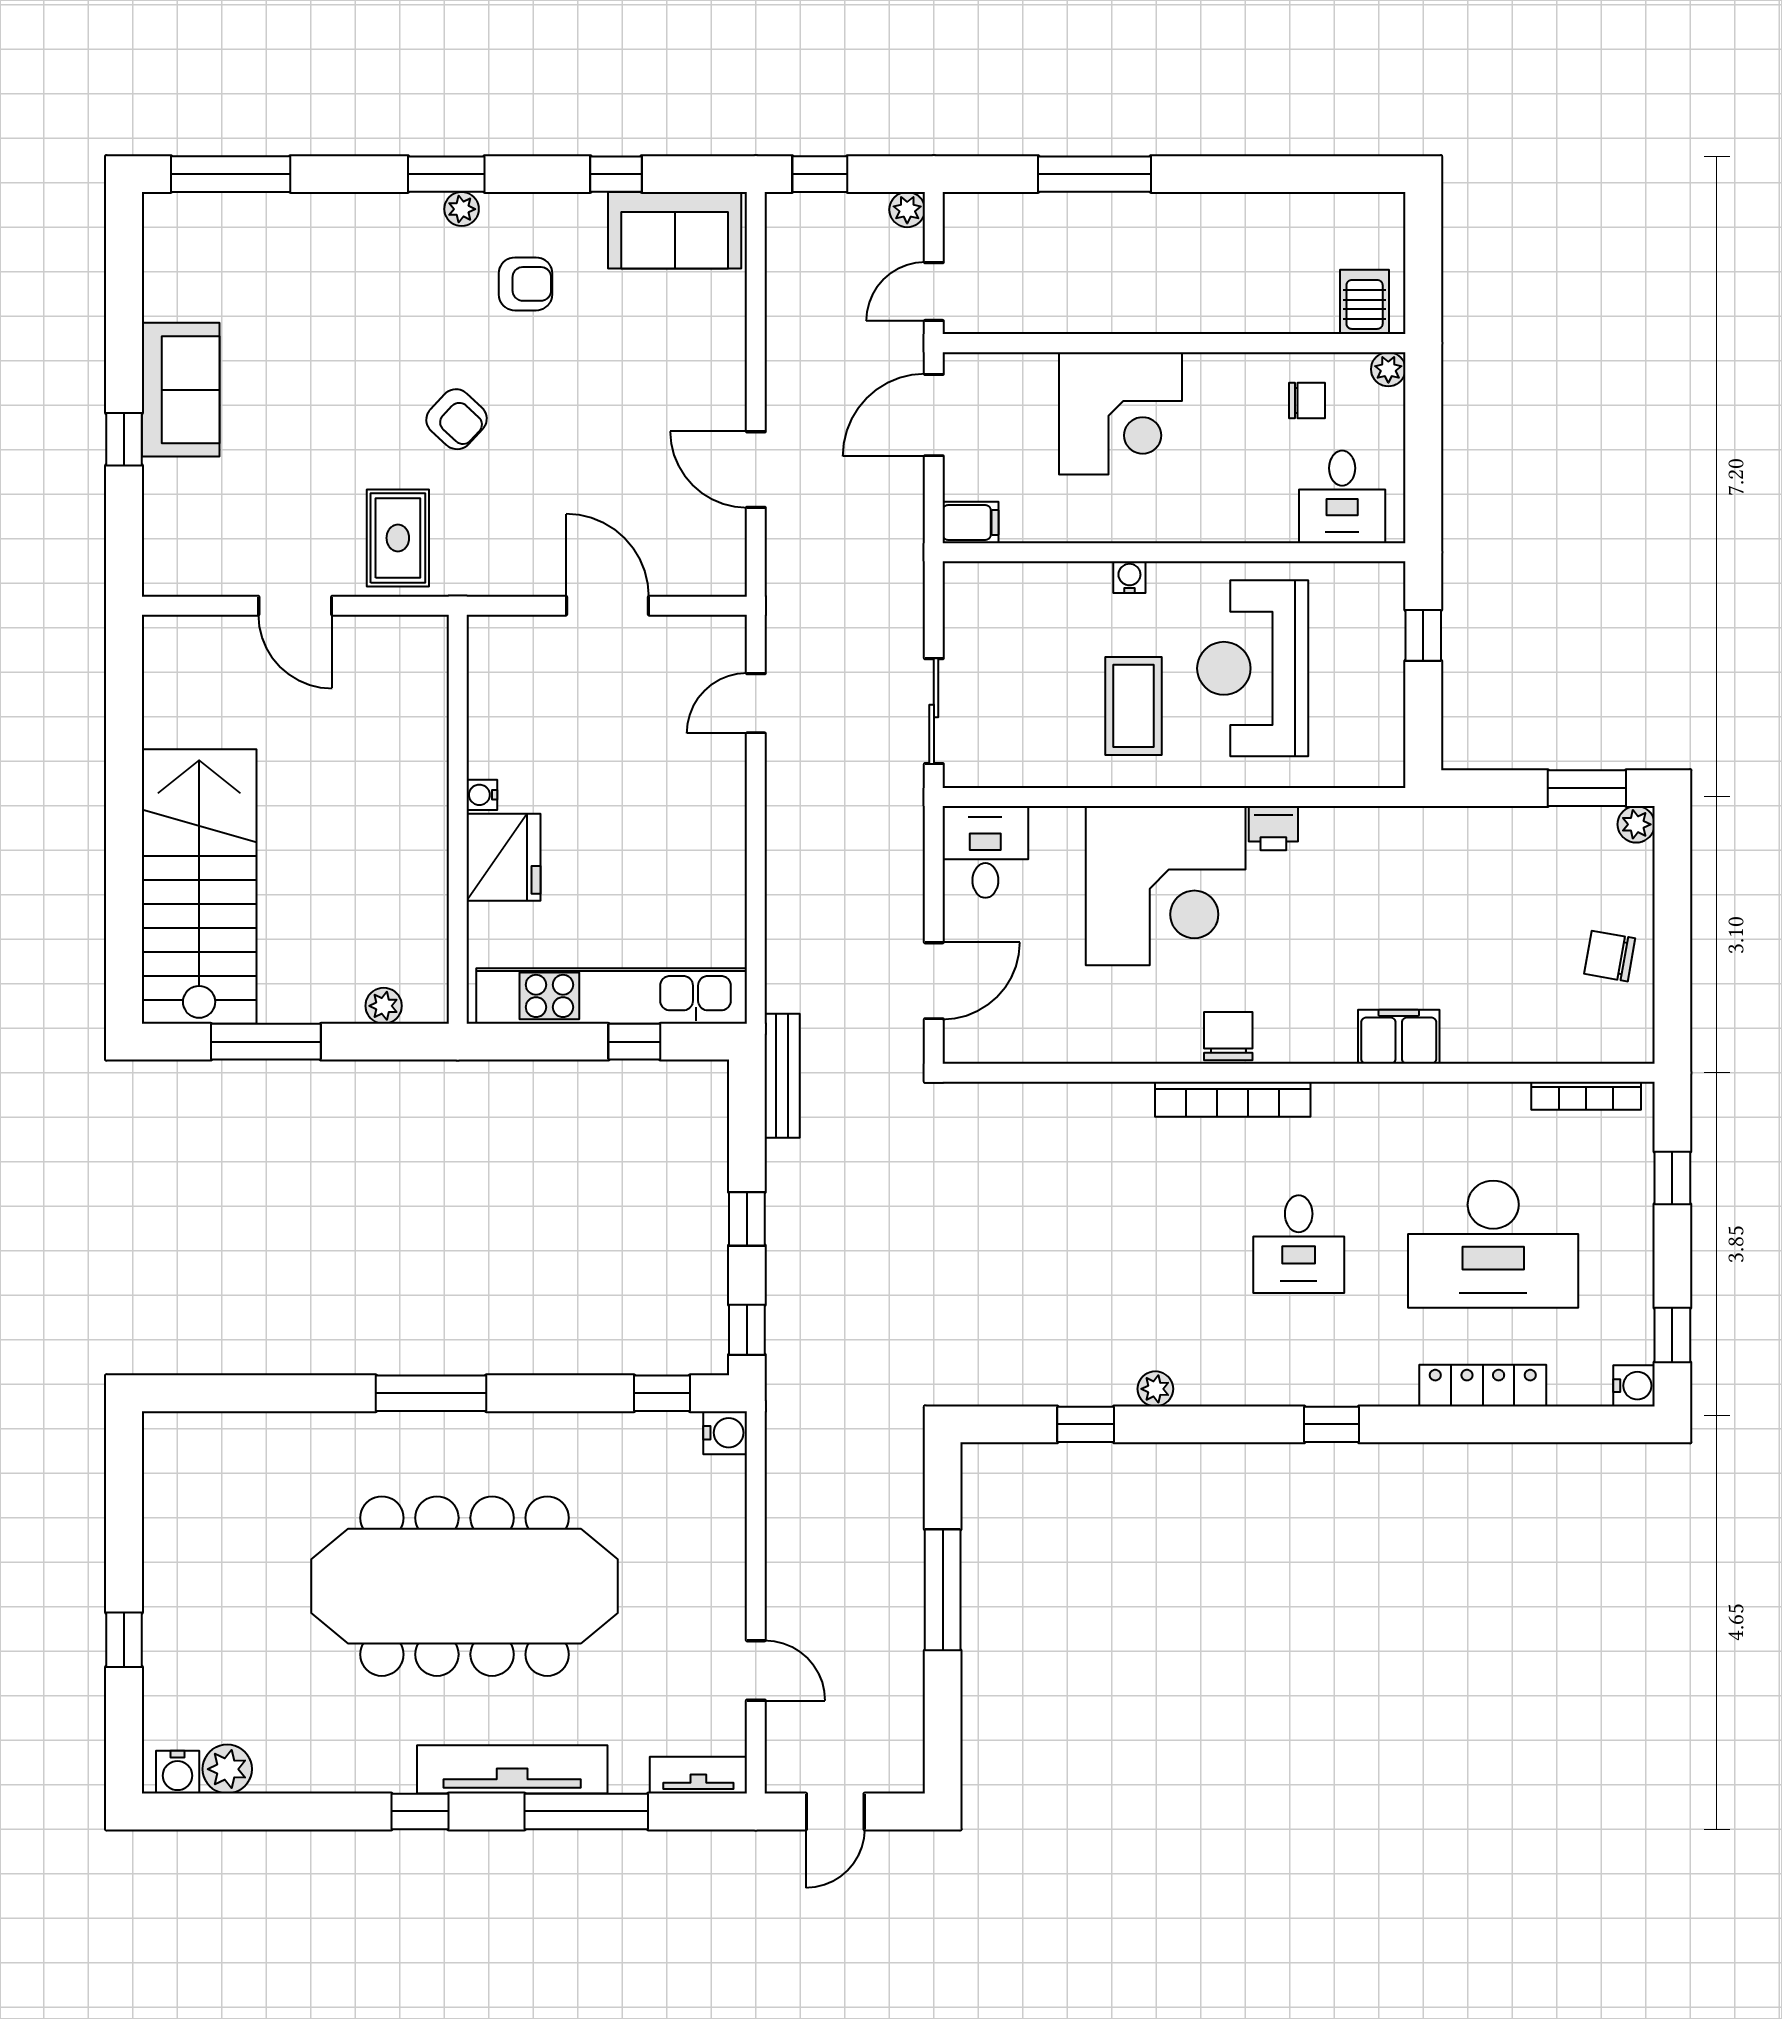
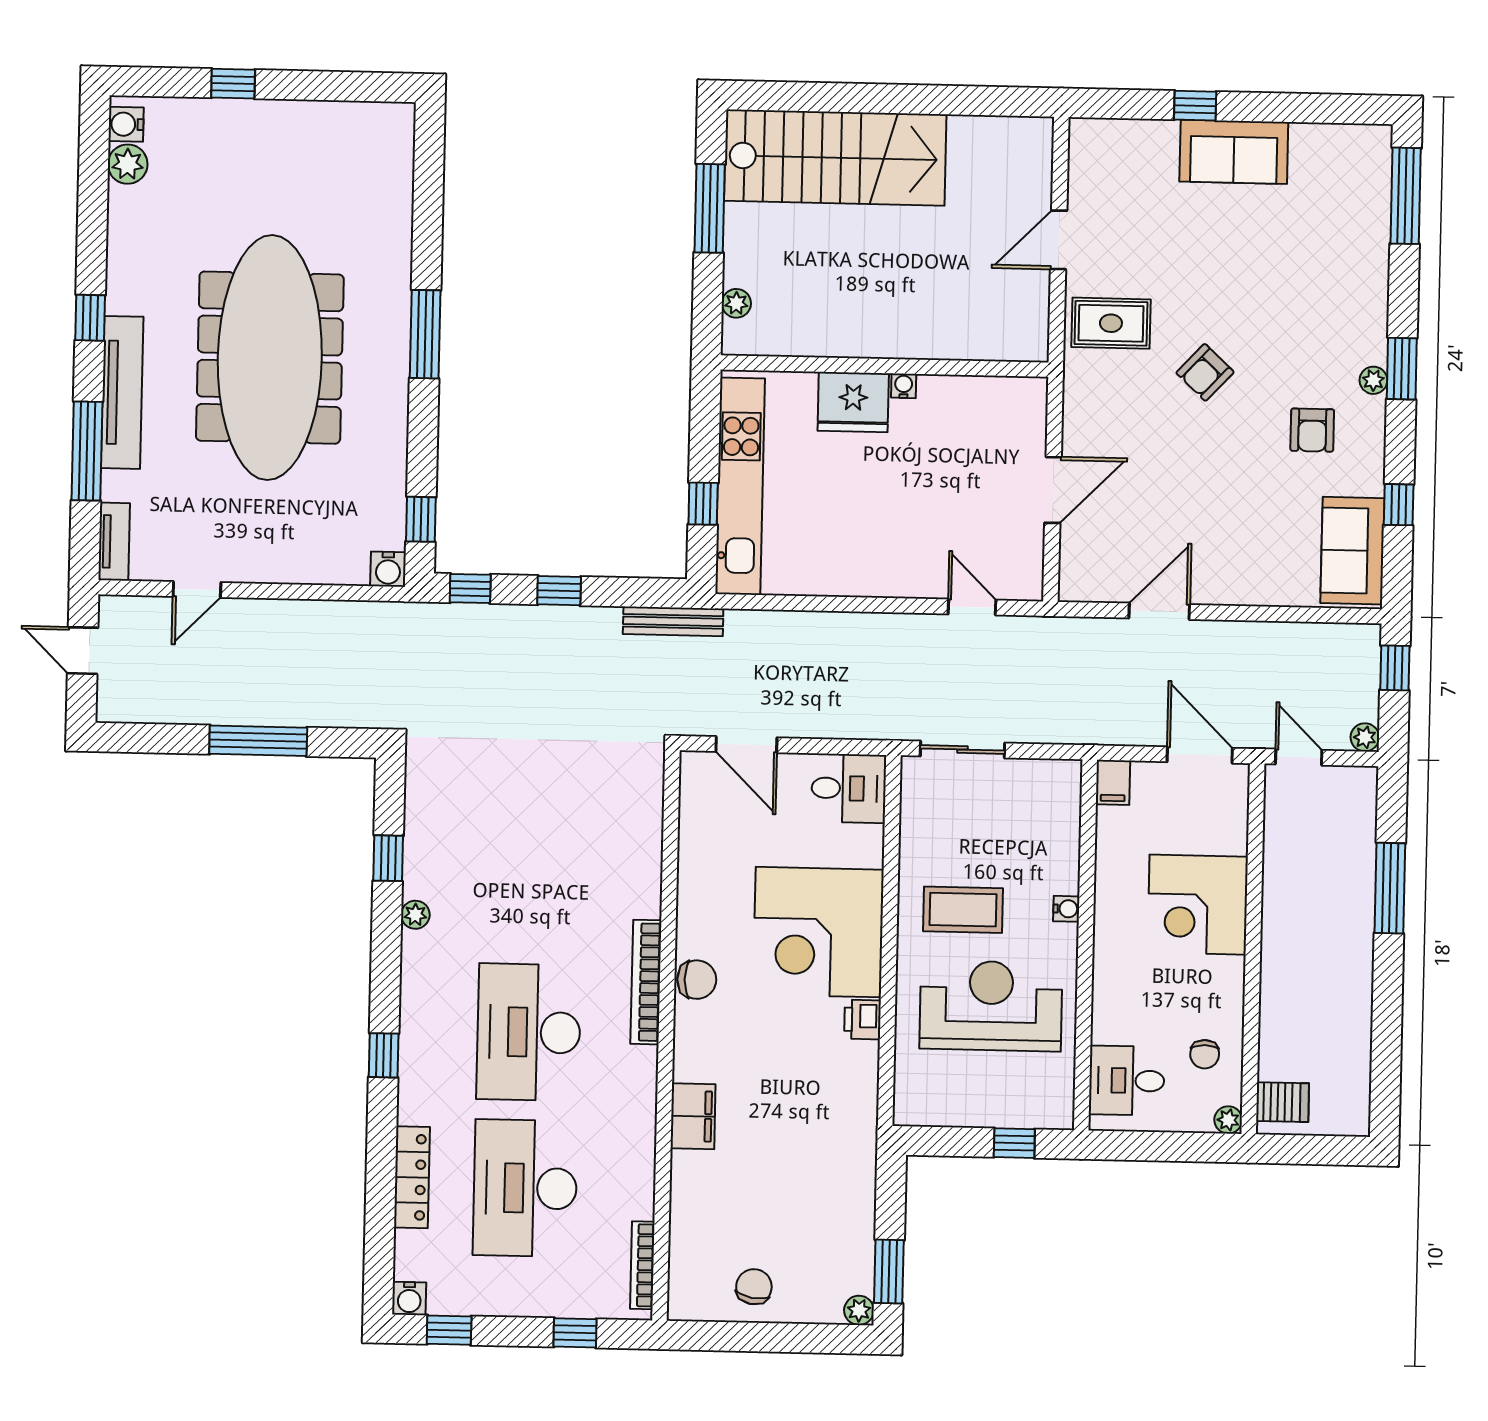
desk: (1299, 1244) -> (529, 1032), width x1.87, depth x1.30

